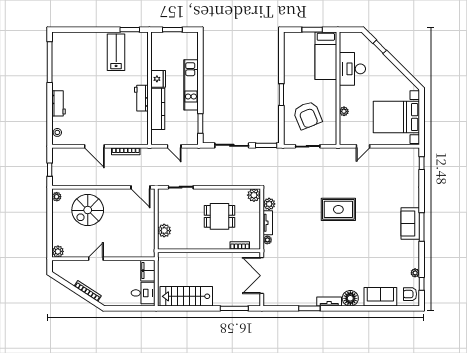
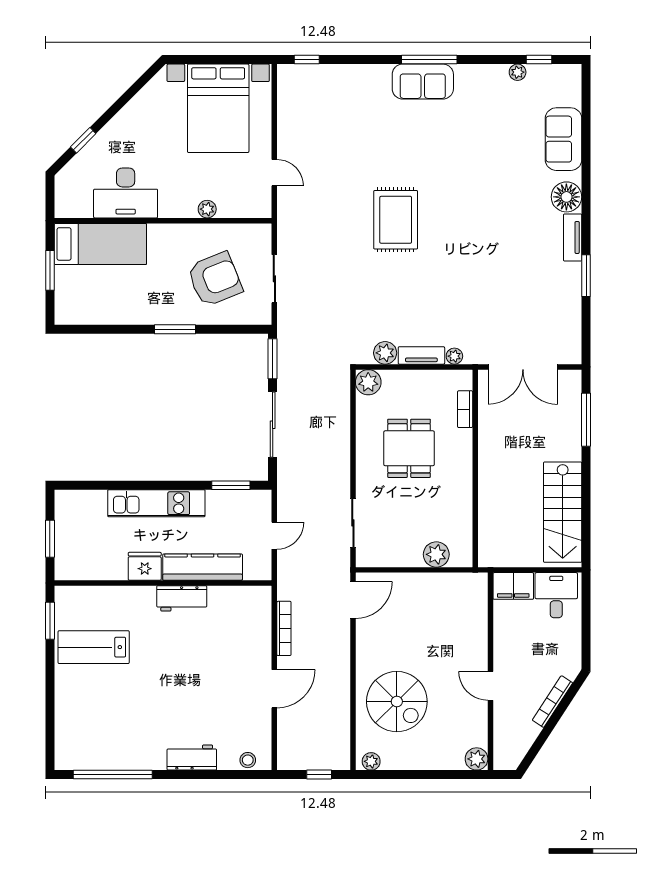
armchair: (410, 294) -> (558, 82), removed

